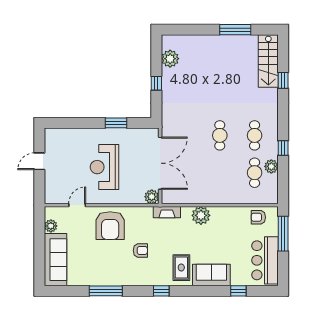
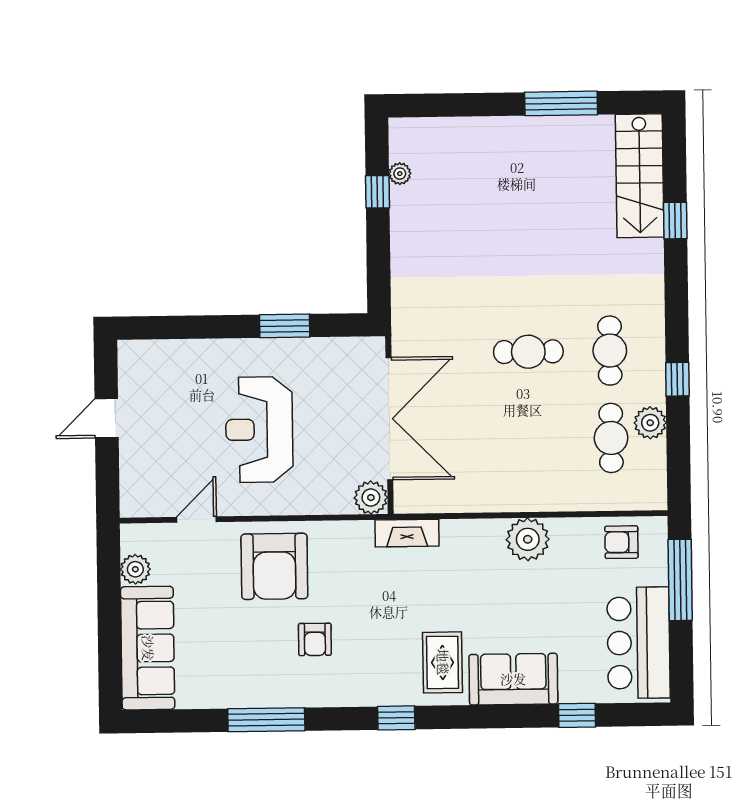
plant: (170, 59) -> (400, 174), width x0.53, depth x0.53
window: (156, 83) -> (377, 192), moved
cafe table: (220, 135) -> (528, 352), turned 90
plant: (201, 215) -> (528, 539), moved
armchair: (140, 250) -> (315, 639), moved, turned 90

